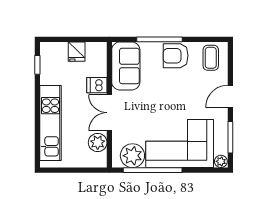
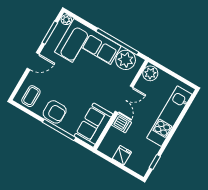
plant: (98, 143) -> (150, 73), moved

